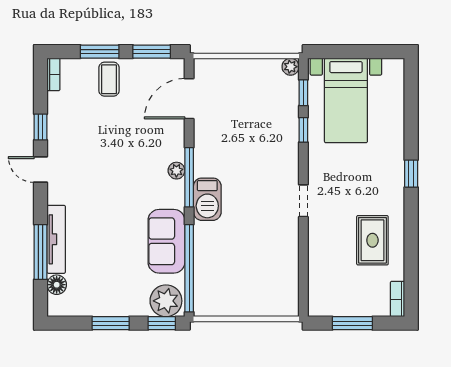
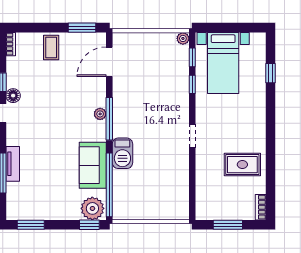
window: (100, 52) -> (44, 28), removed
window: (411, 174) -> (270, 73), moved
barbecue: (207, 199) -> (122, 153), moved
tv unit: (56, 239) -> (13, 164), width x0.71
rug: (372, 240) -> (242, 165), turned 90
floor lamp: (57, 285) -> (13, 96), moved
window: (111, 323) -> (31, 225), moved

